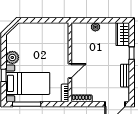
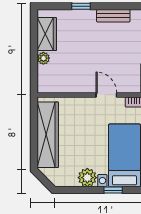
wardrobe: (42, 30) -> (48, 135), added
wardrobe: (123, 34) -> (47, 34), moved, turned -90

